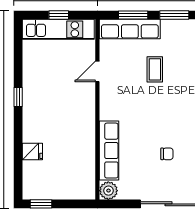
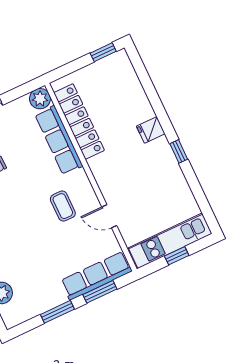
coffee table: (155, 69) -> (63, 206), moved
door: (97, 71) -> (109, 216), swing flipped
fridge: (32, 151) -> (151, 130), moved
locker: (86, 158) -> (79, 121), added

